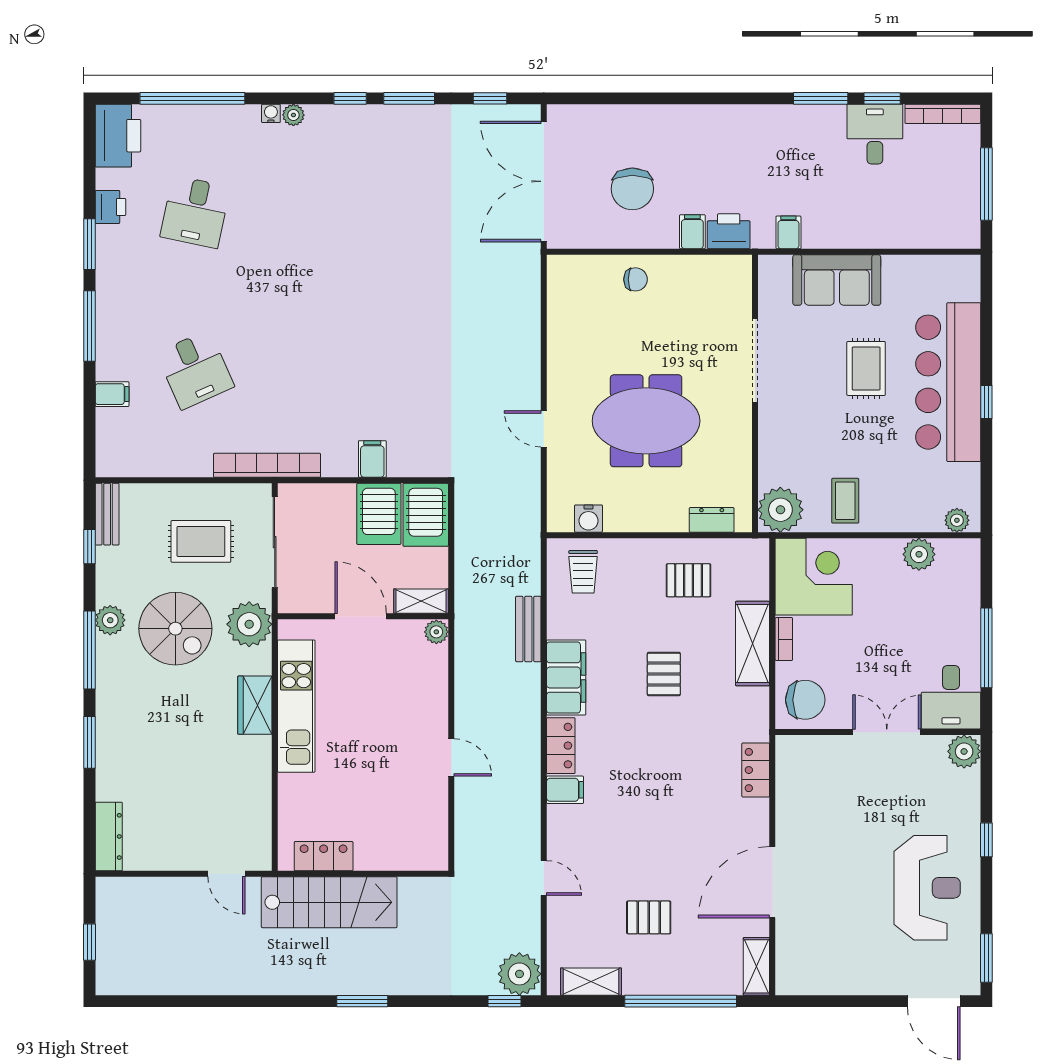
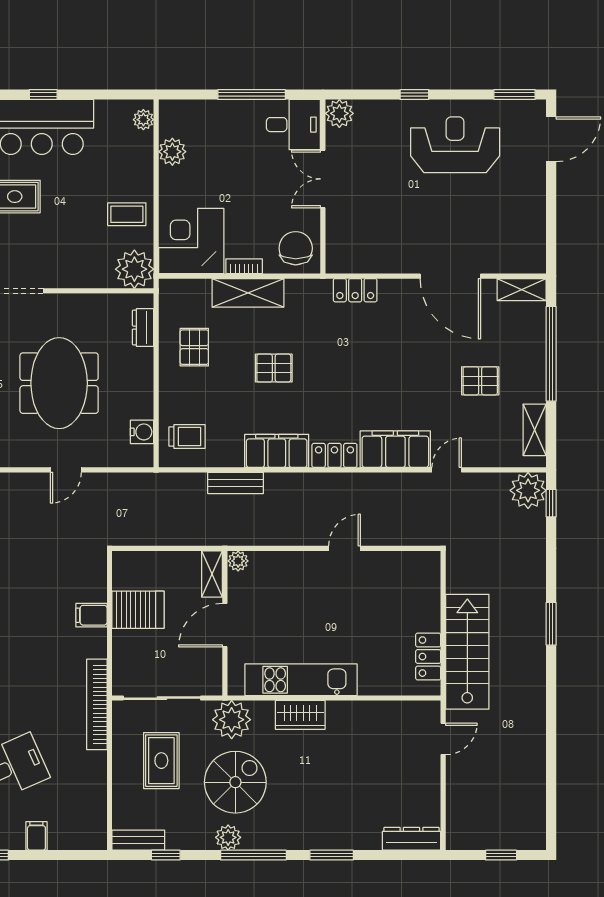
server rack: (426, 515) -> (139, 570), removed
filing cabinet: (565, 790) -> (395, 449), width x3.00, depth x1.17
pallet: (649, 917) -> (480, 381), turned 90

